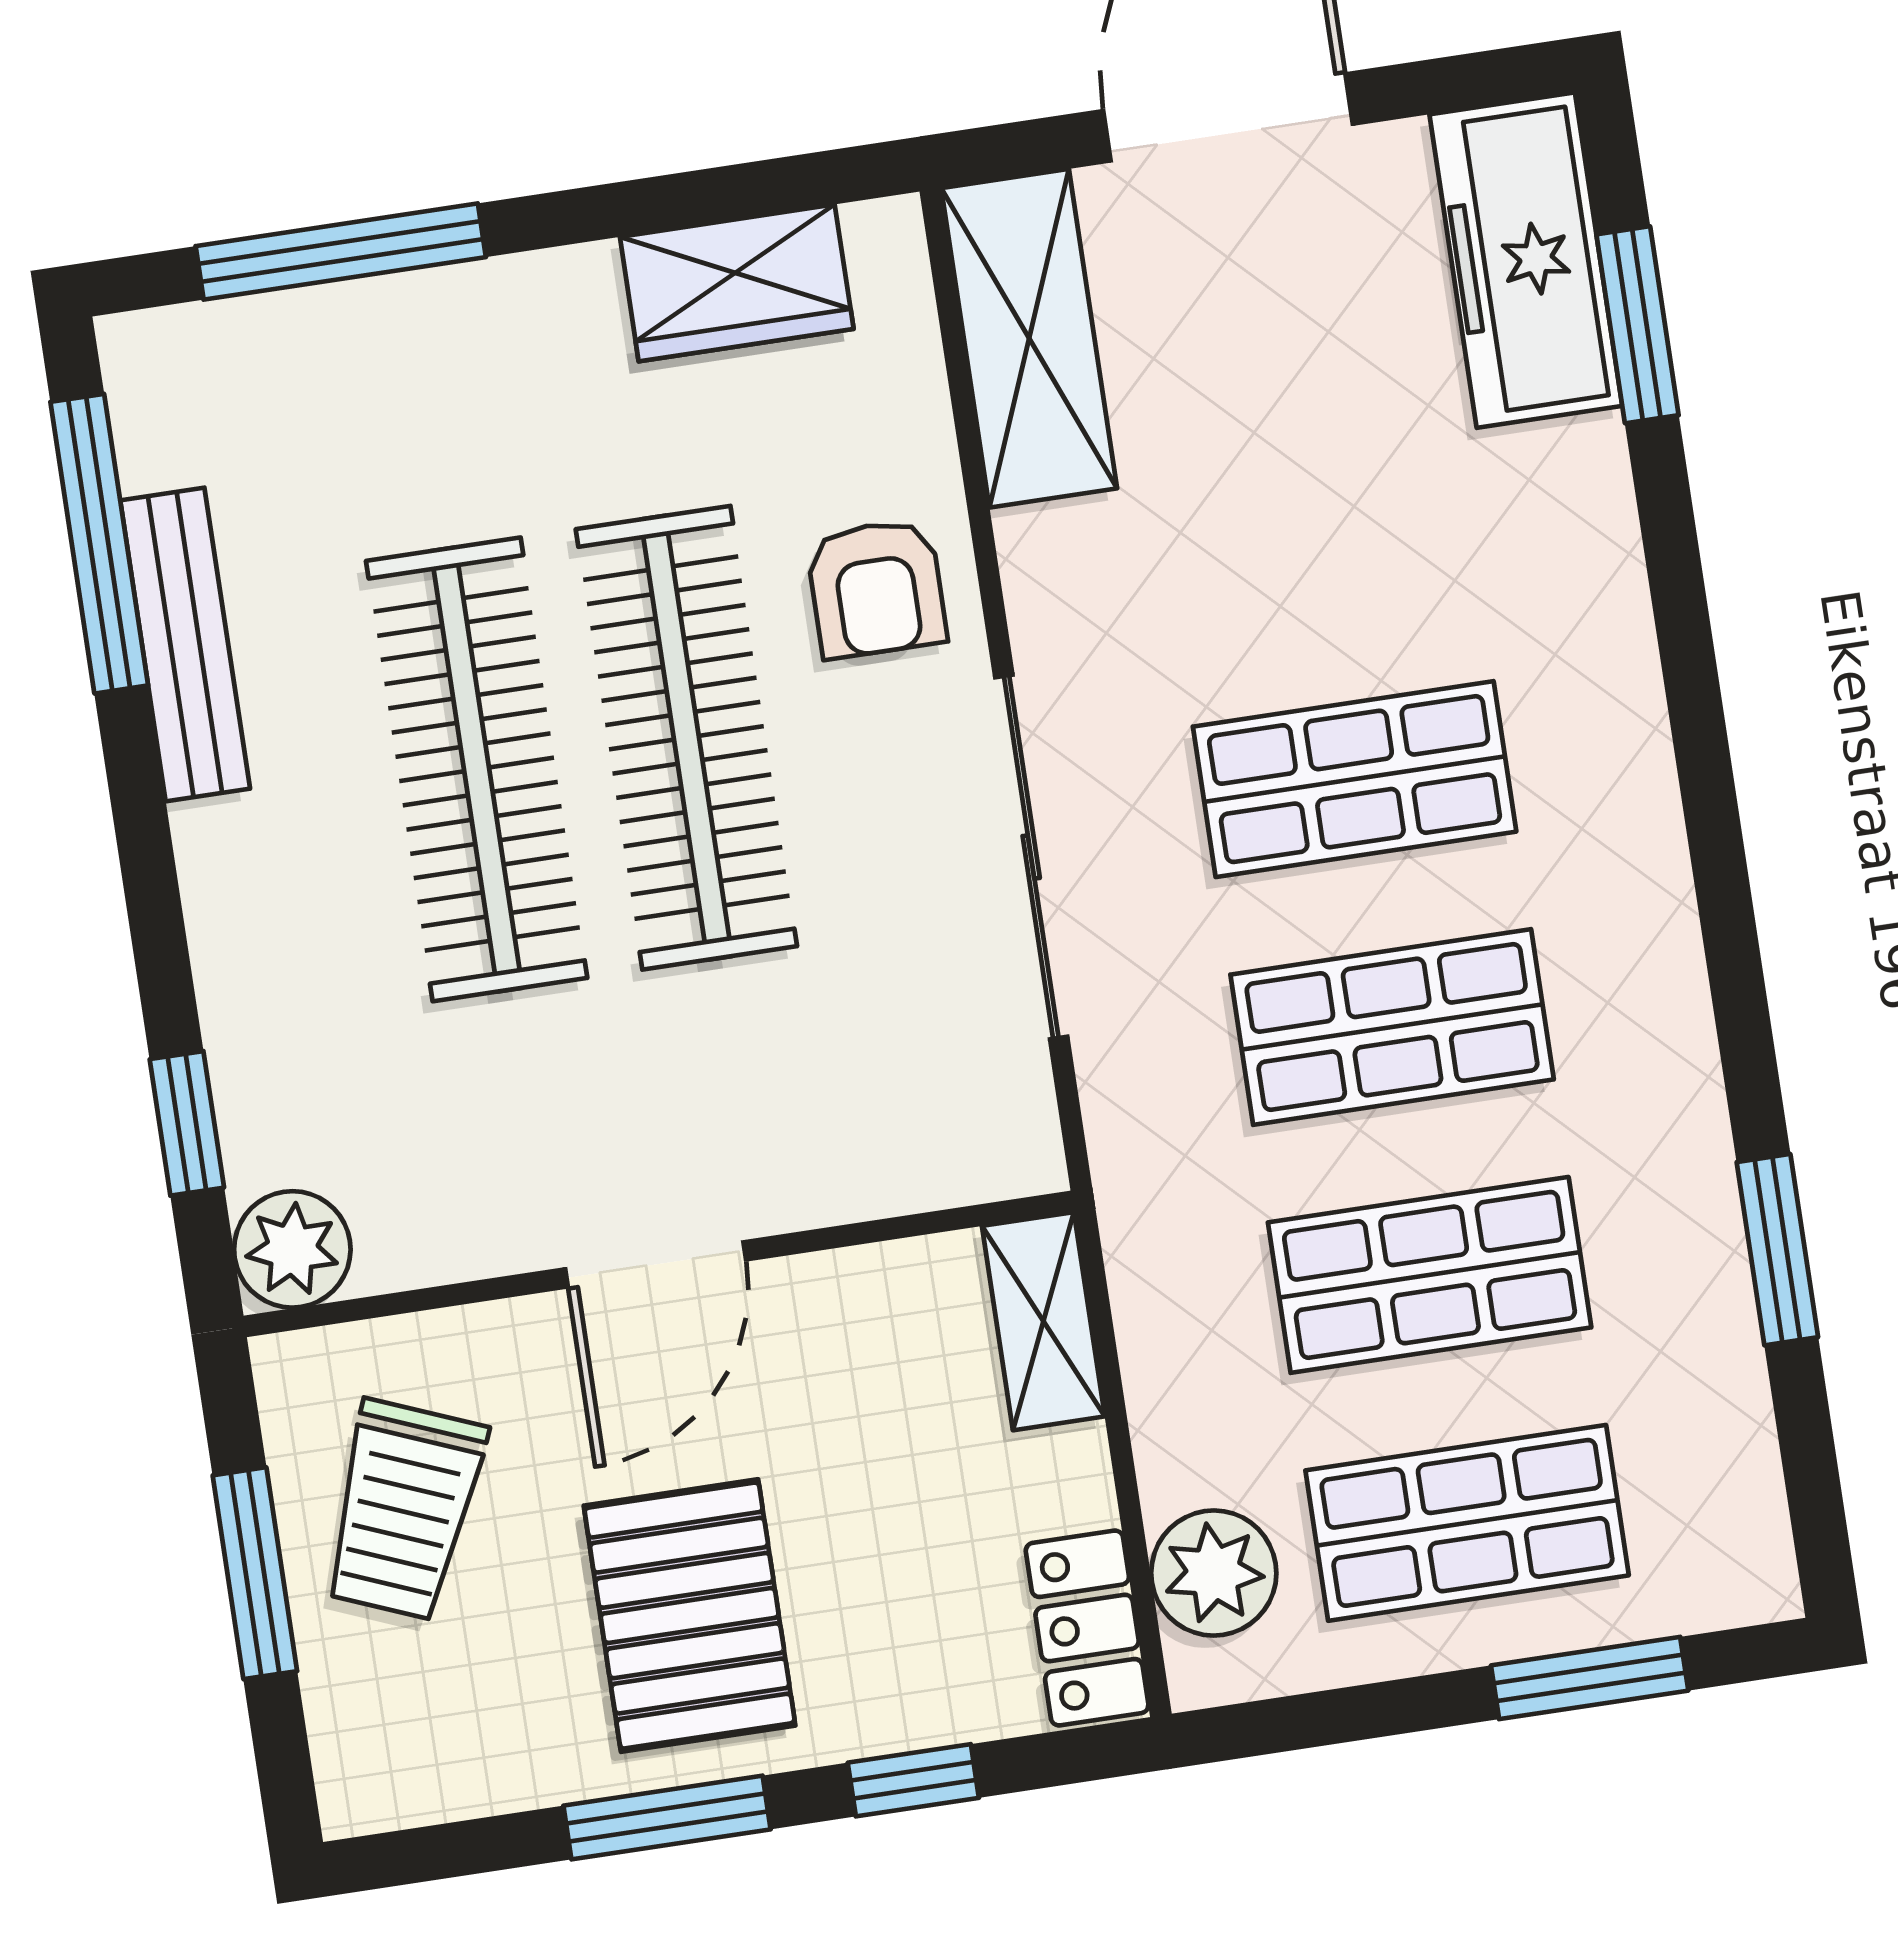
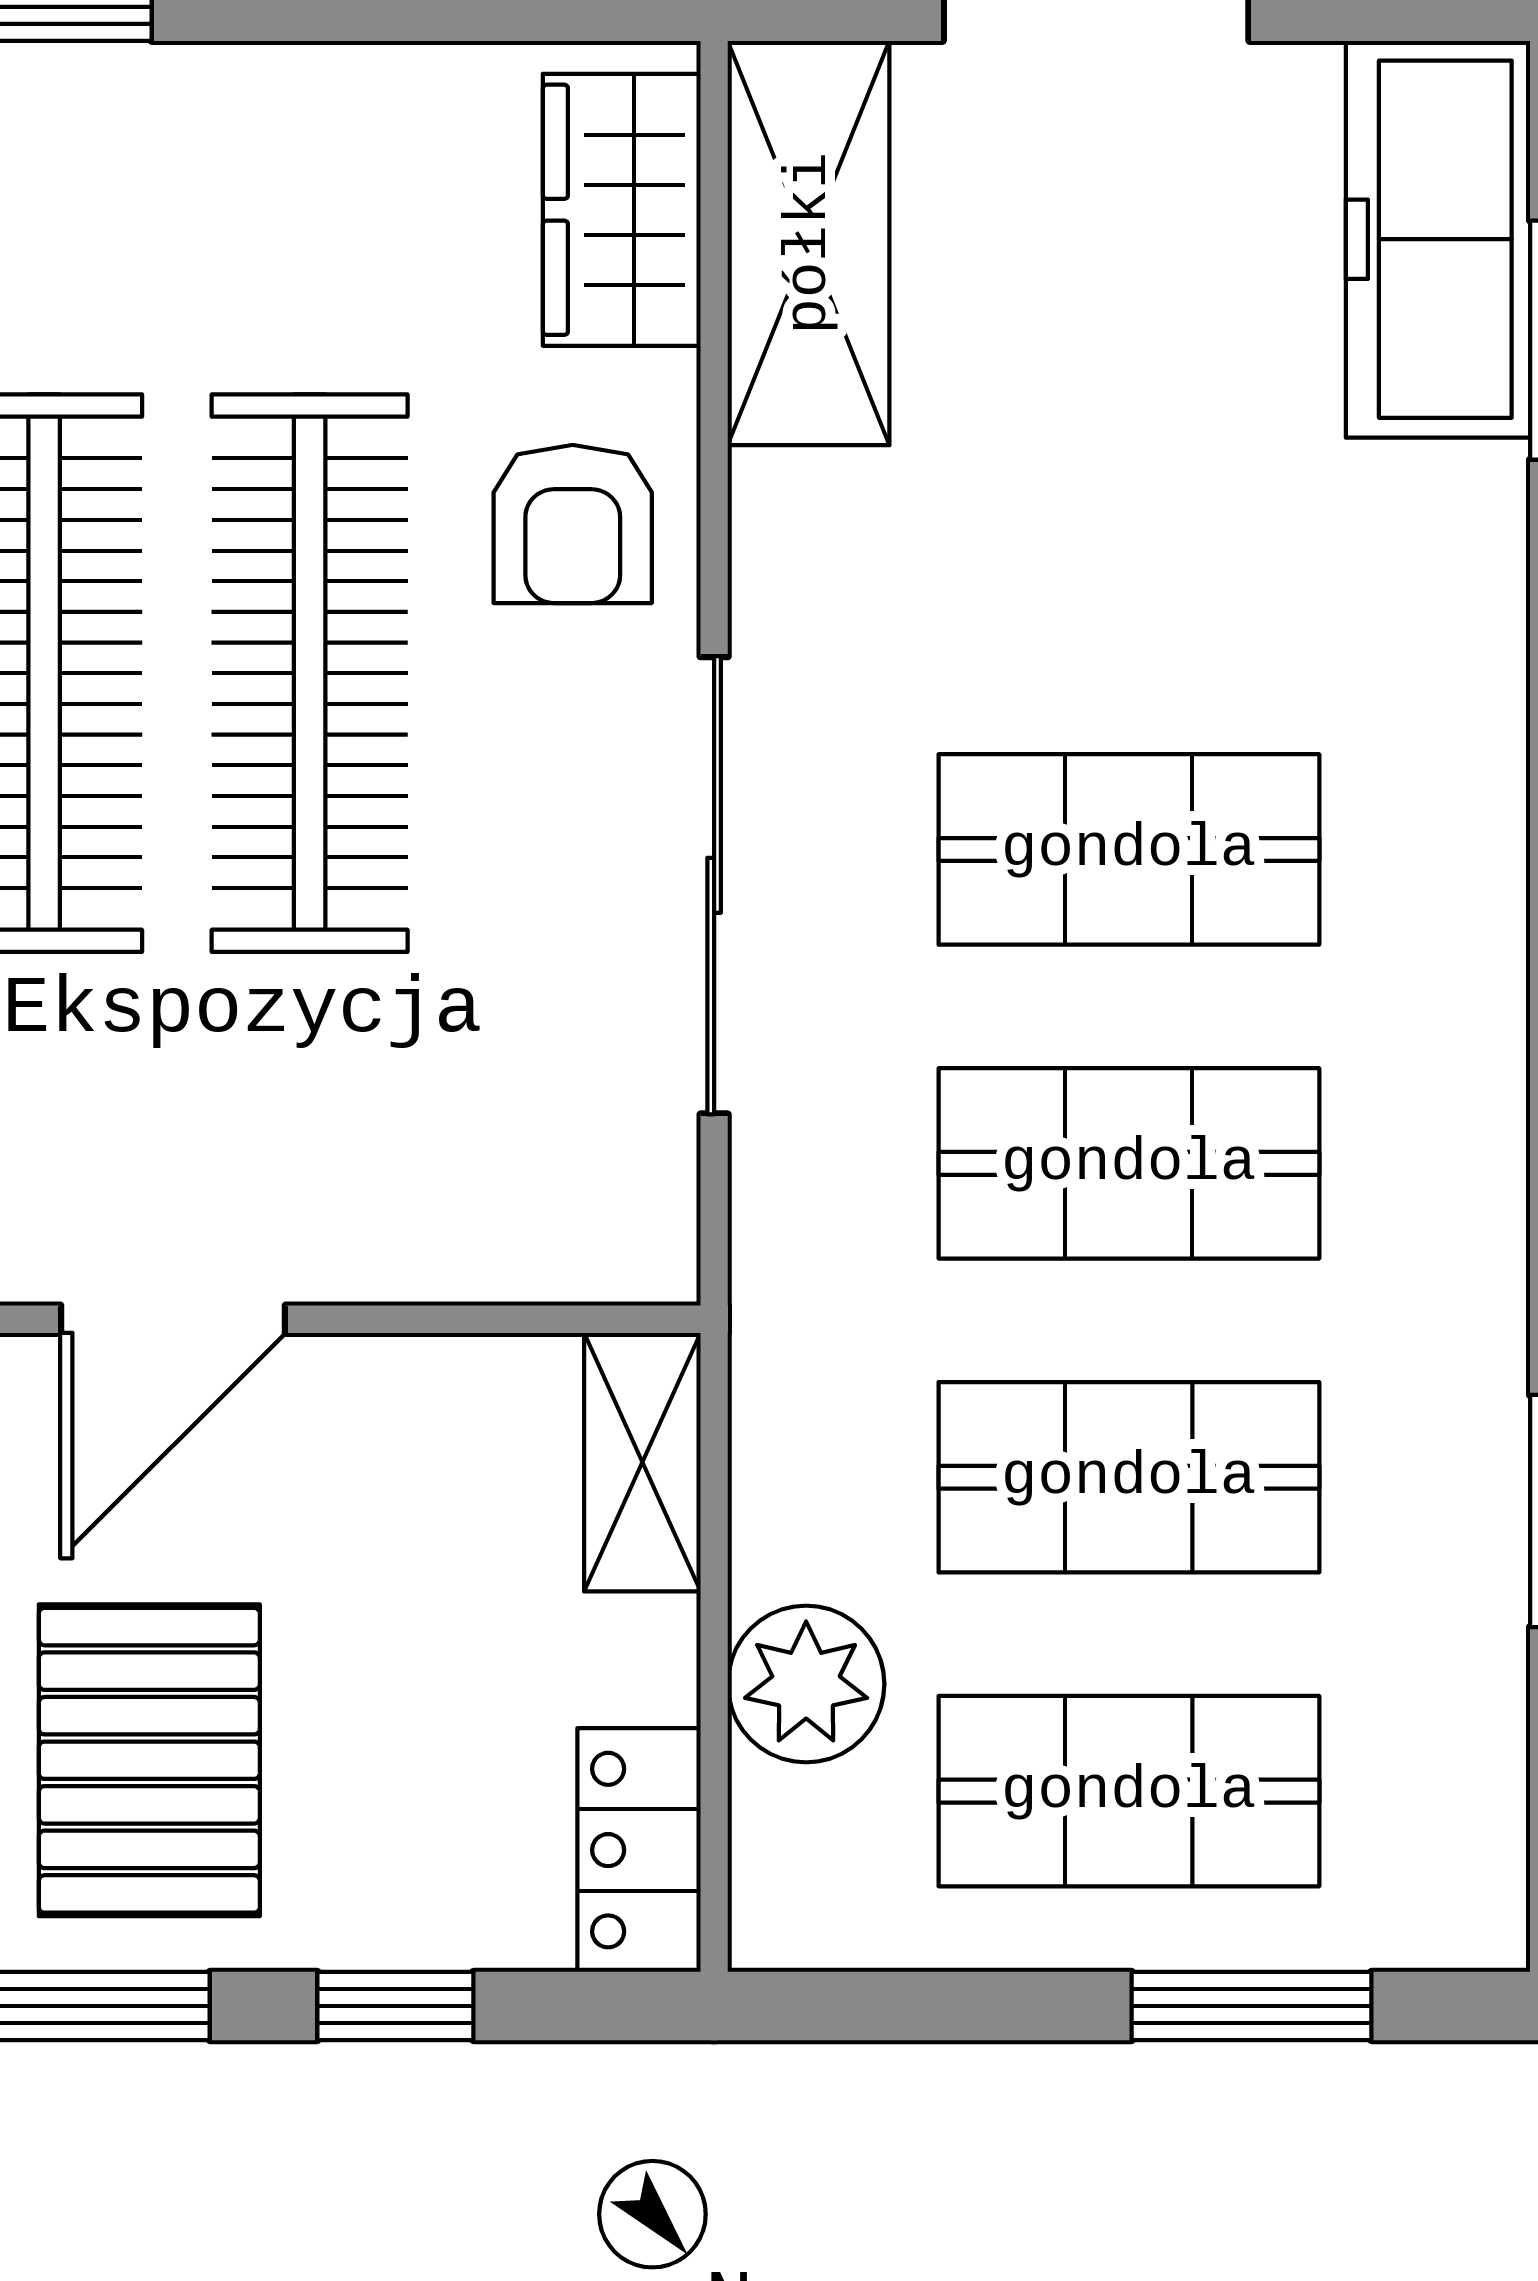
wardrobe: (737, 283) -> (622, 210), moved, turned 90
plant: (1214, 1573) -> (806, 1684), moved

